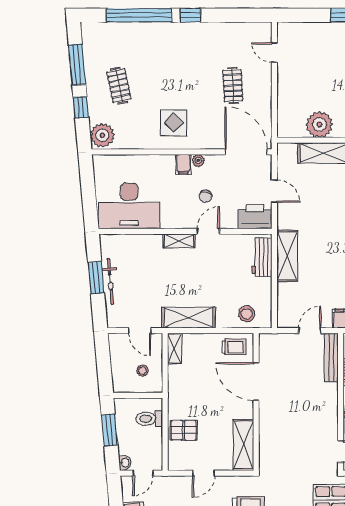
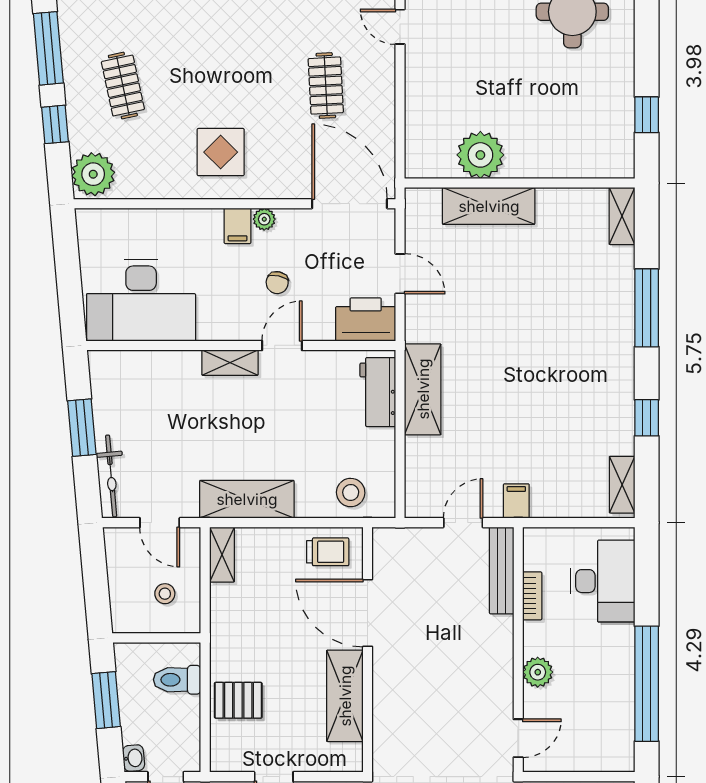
bicycle: (110, 281) -> (111, 476), moved
shelving: (243, 445) -> (345, 696), moved

